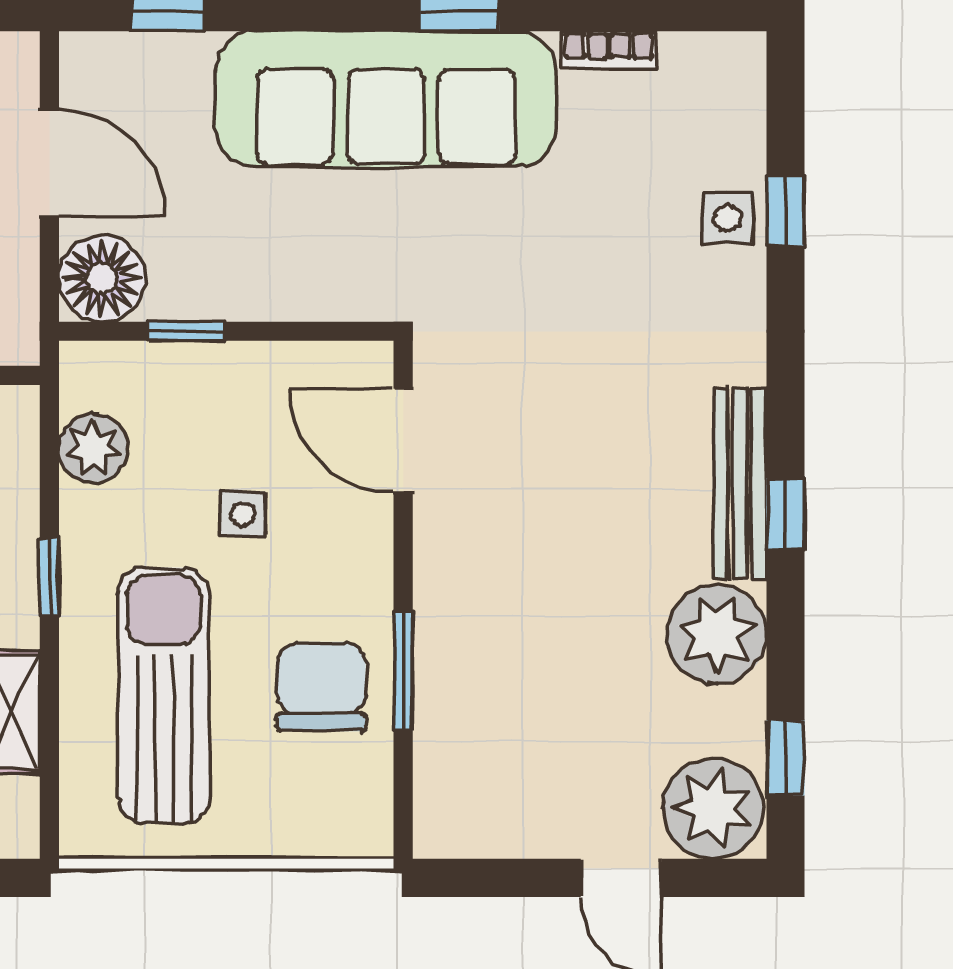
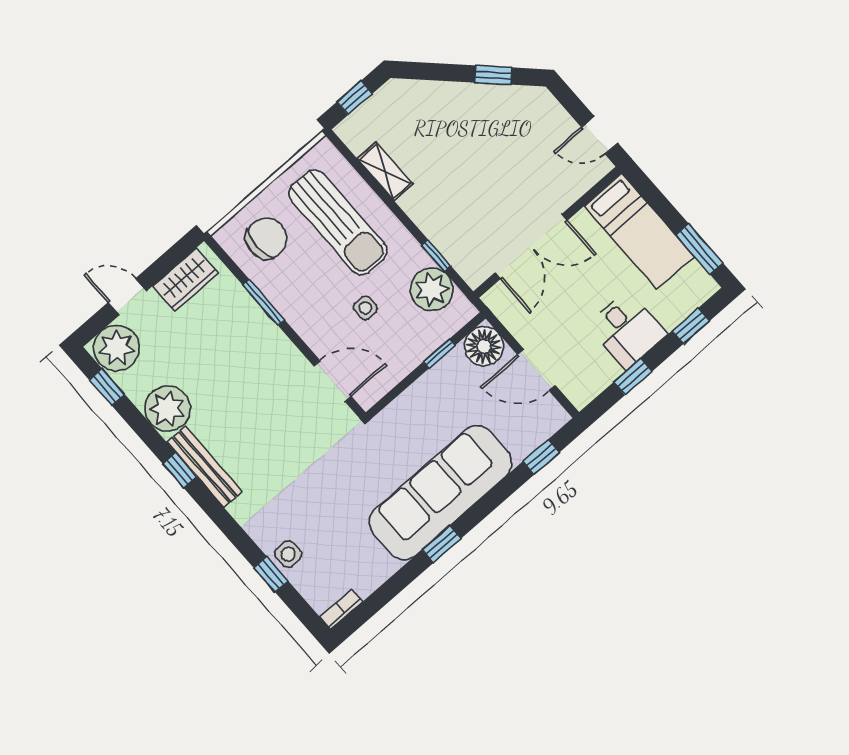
bookcase: (609, 50) -> (341, 609), moved
plant: (93, 448) -> (432, 289), width x1.36, depth x1.36
window: (49, 577) -> (436, 255), moved
chair: (321, 687) -> (266, 238), moved, turned -90
wardrobe: (500, 822) -> (185, 280), added

